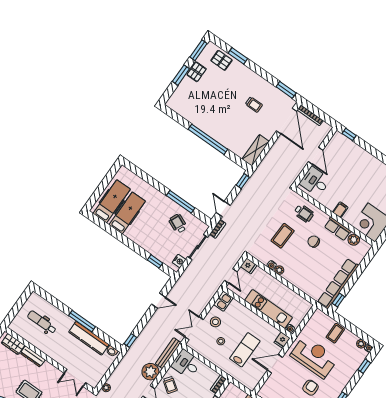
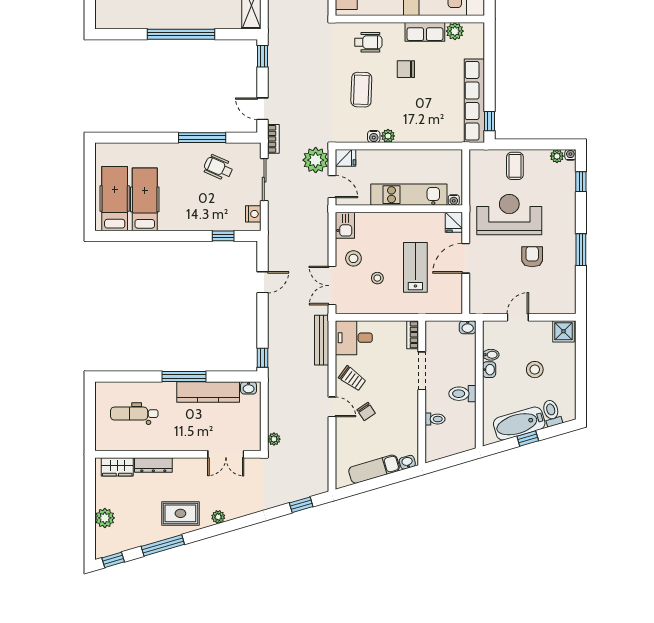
plant: (150, 372) -> (316, 160), moved

